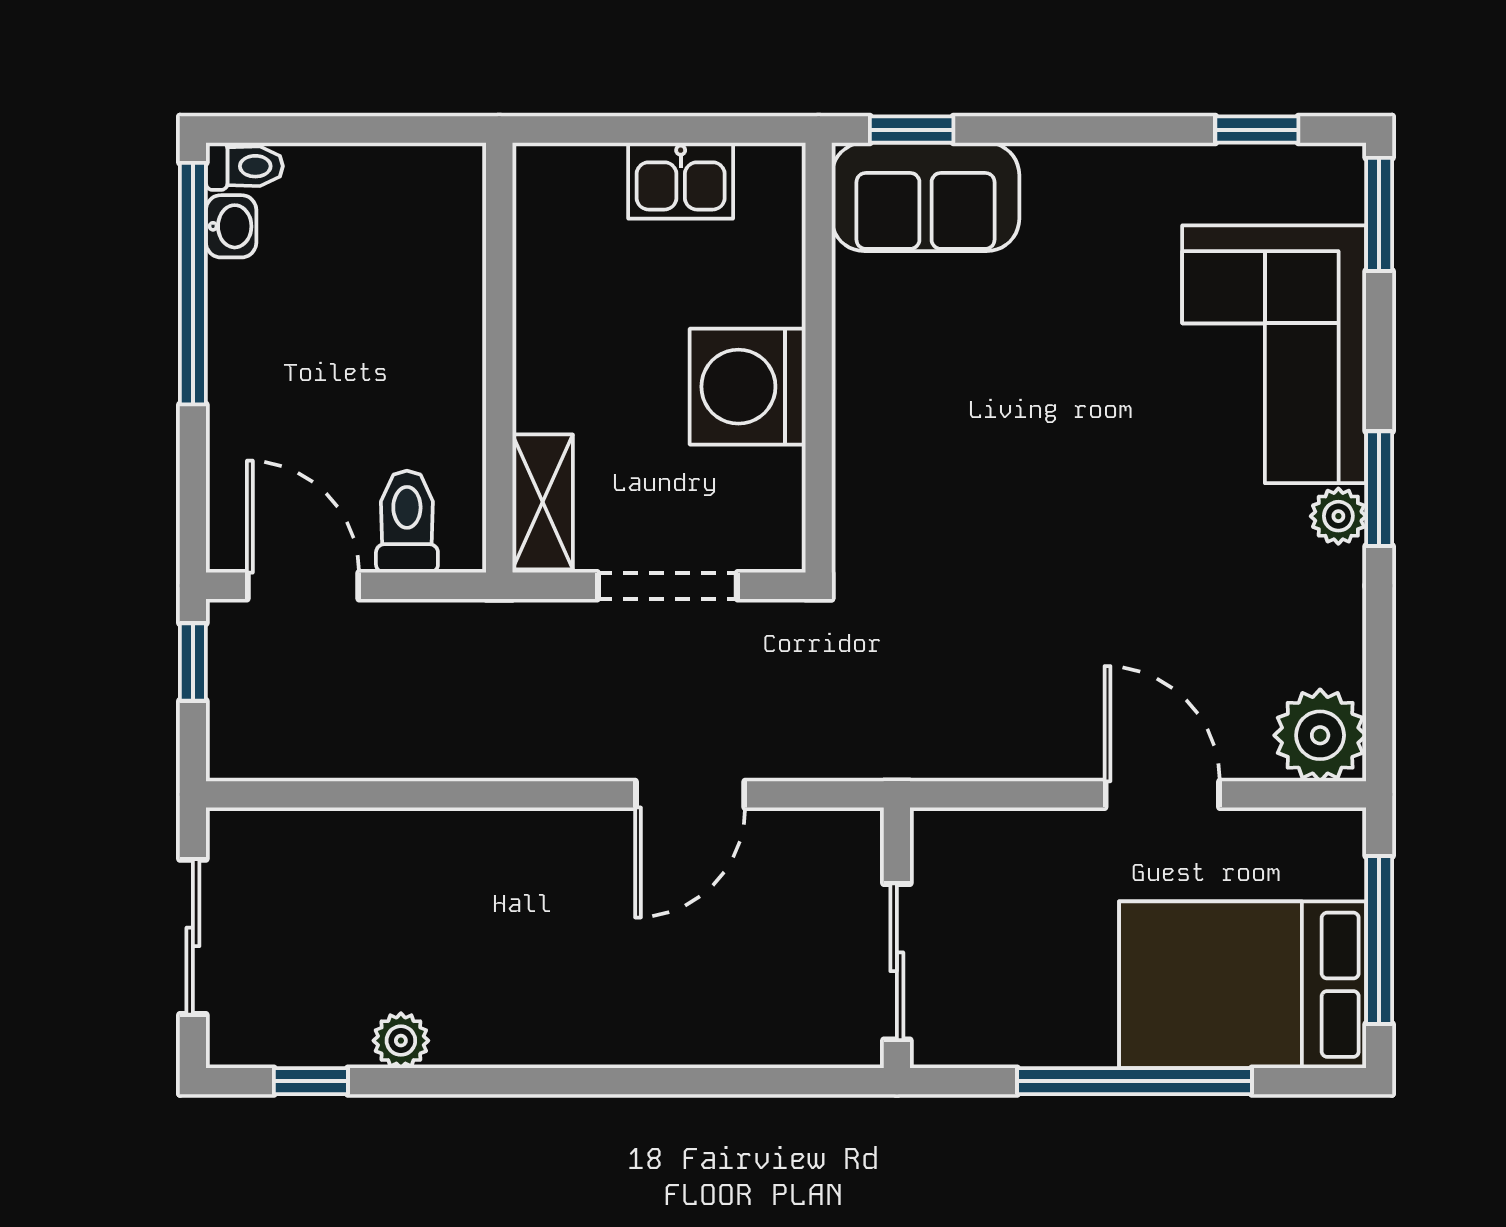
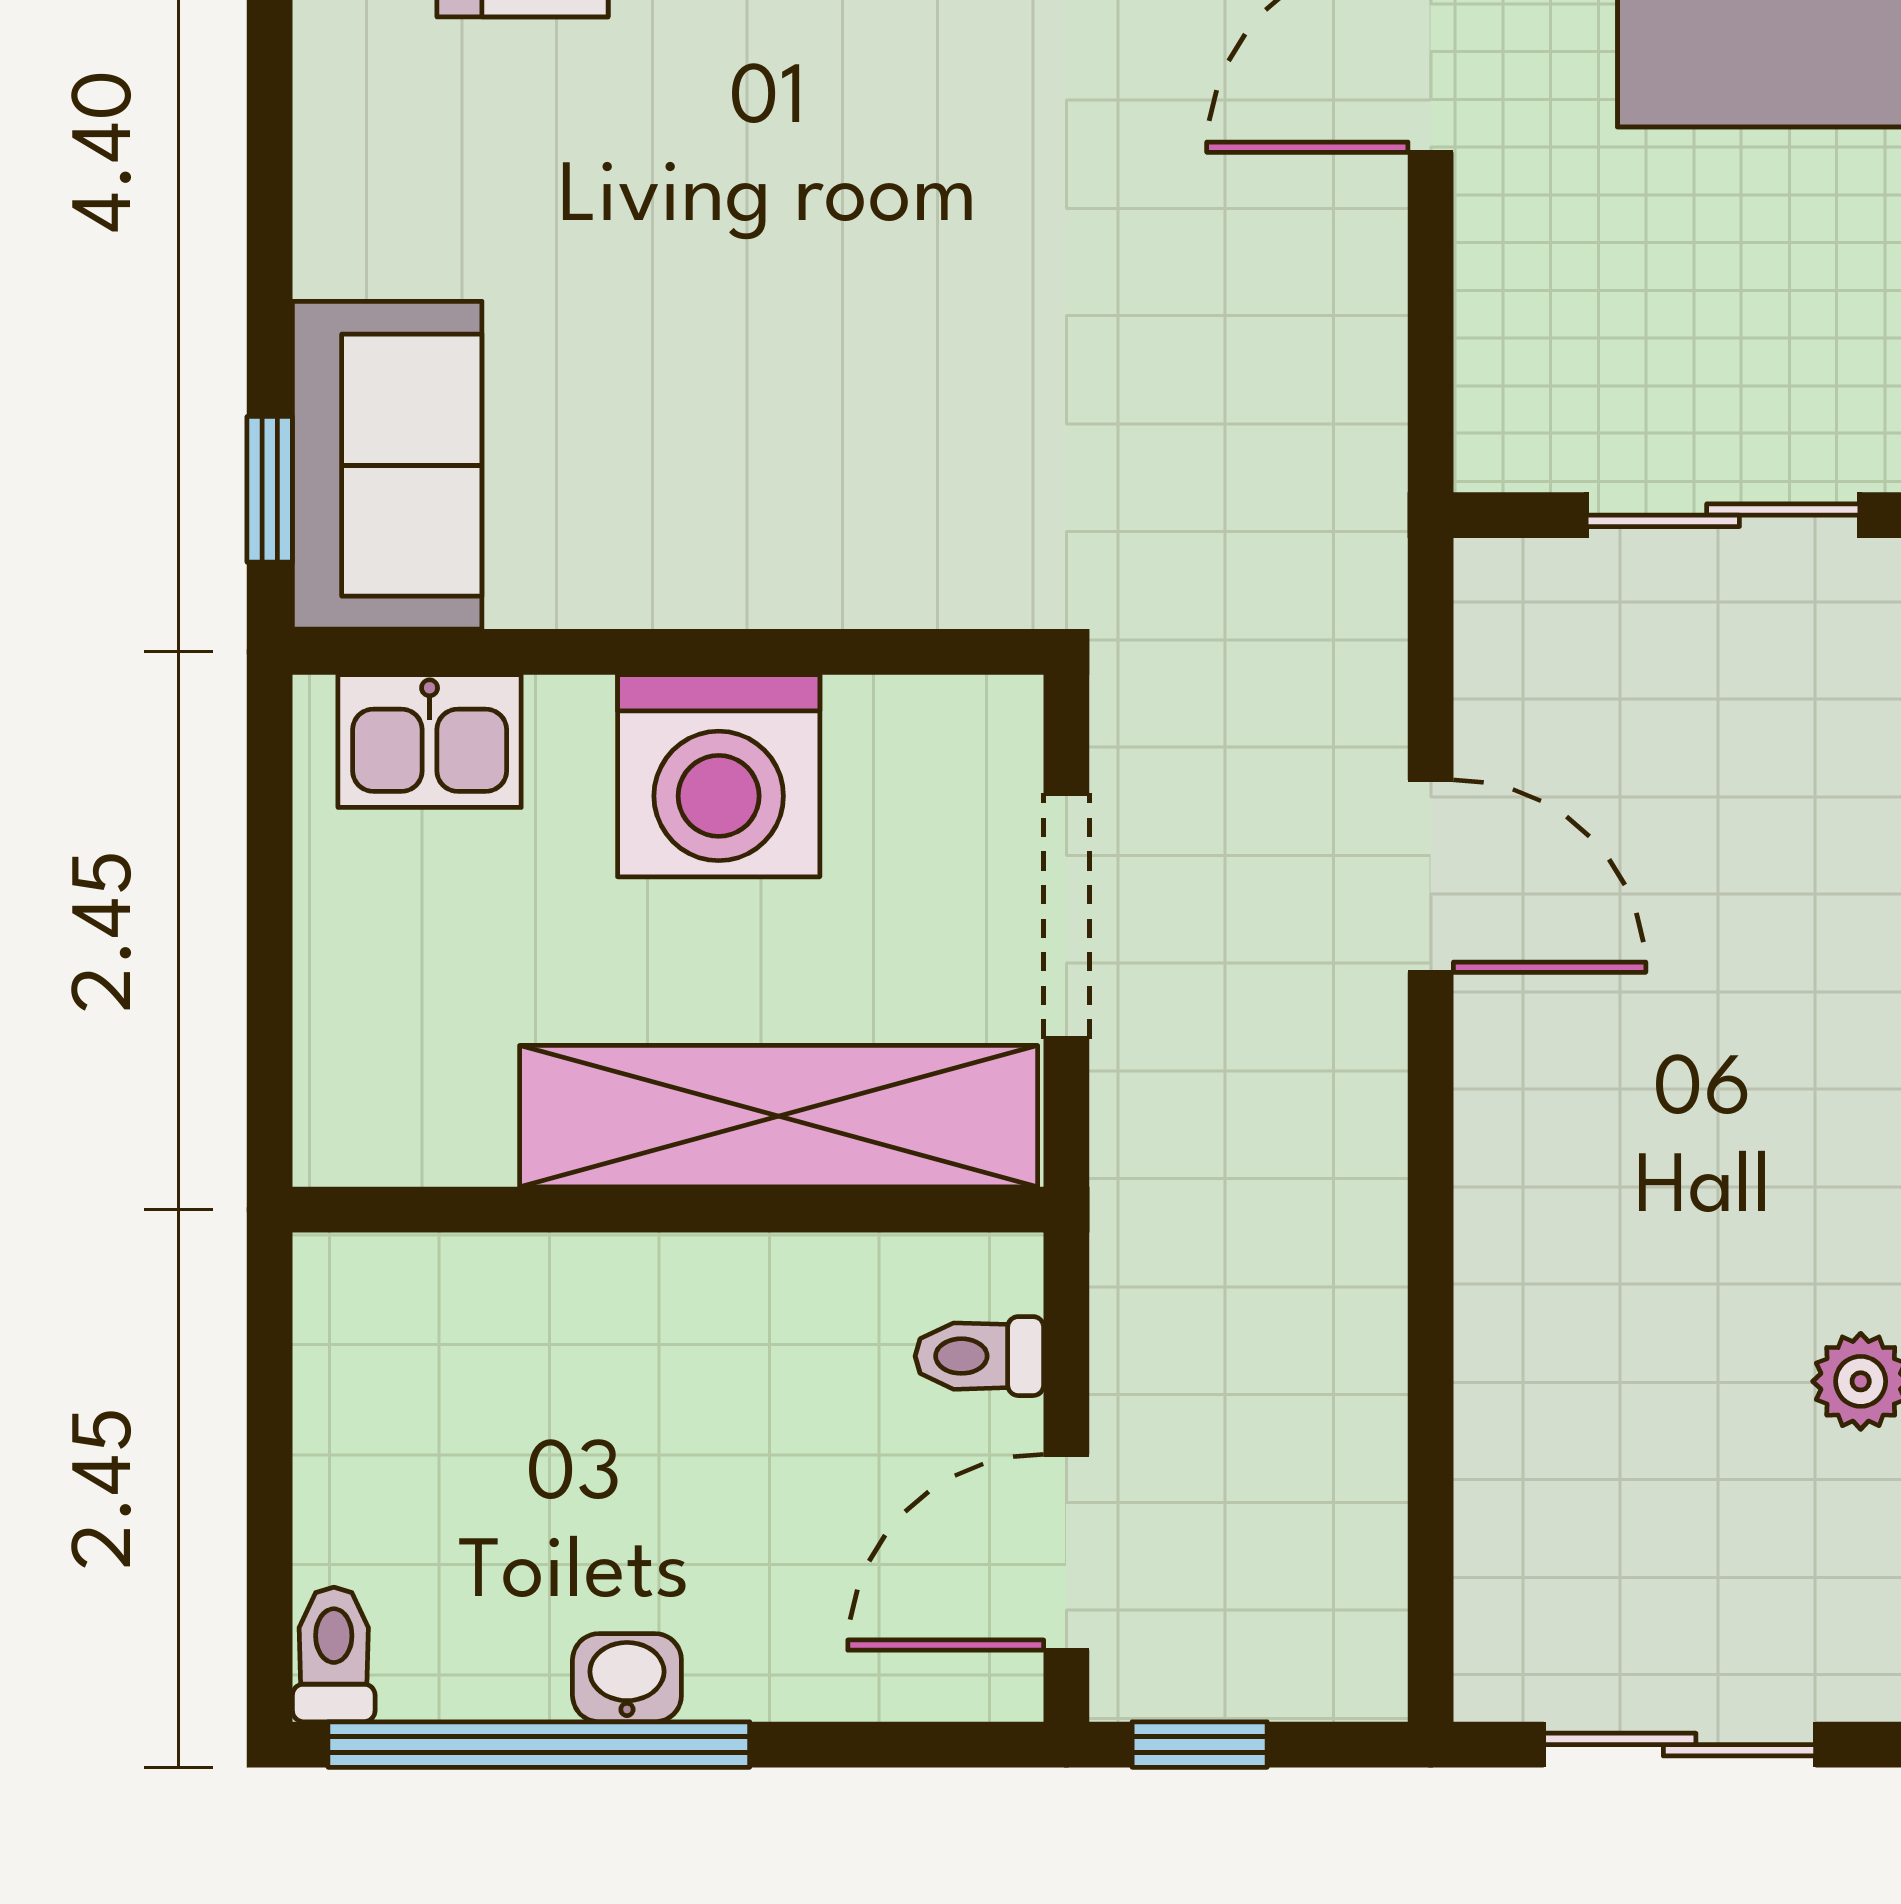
kitchen sink: (681, 181) -> (430, 741), moved, turned 90
washbasin: (231, 226) -> (627, 1678), moved
shelving: (543, 502) -> (779, 1116), width x2.20, depth x1.33
toilet: (407, 522) -> (979, 1356), width x0.73, depth x0.72

